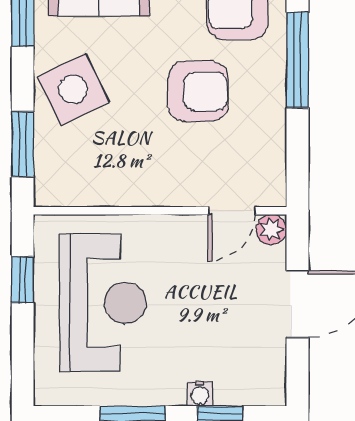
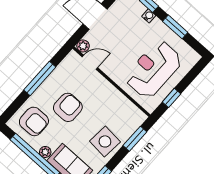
window: (297, 60) -> (40, 79), moved
side table: (73, 90) -> (105, 141), turned 31
armchair: (198, 91) -> (68, 107), turned 90

